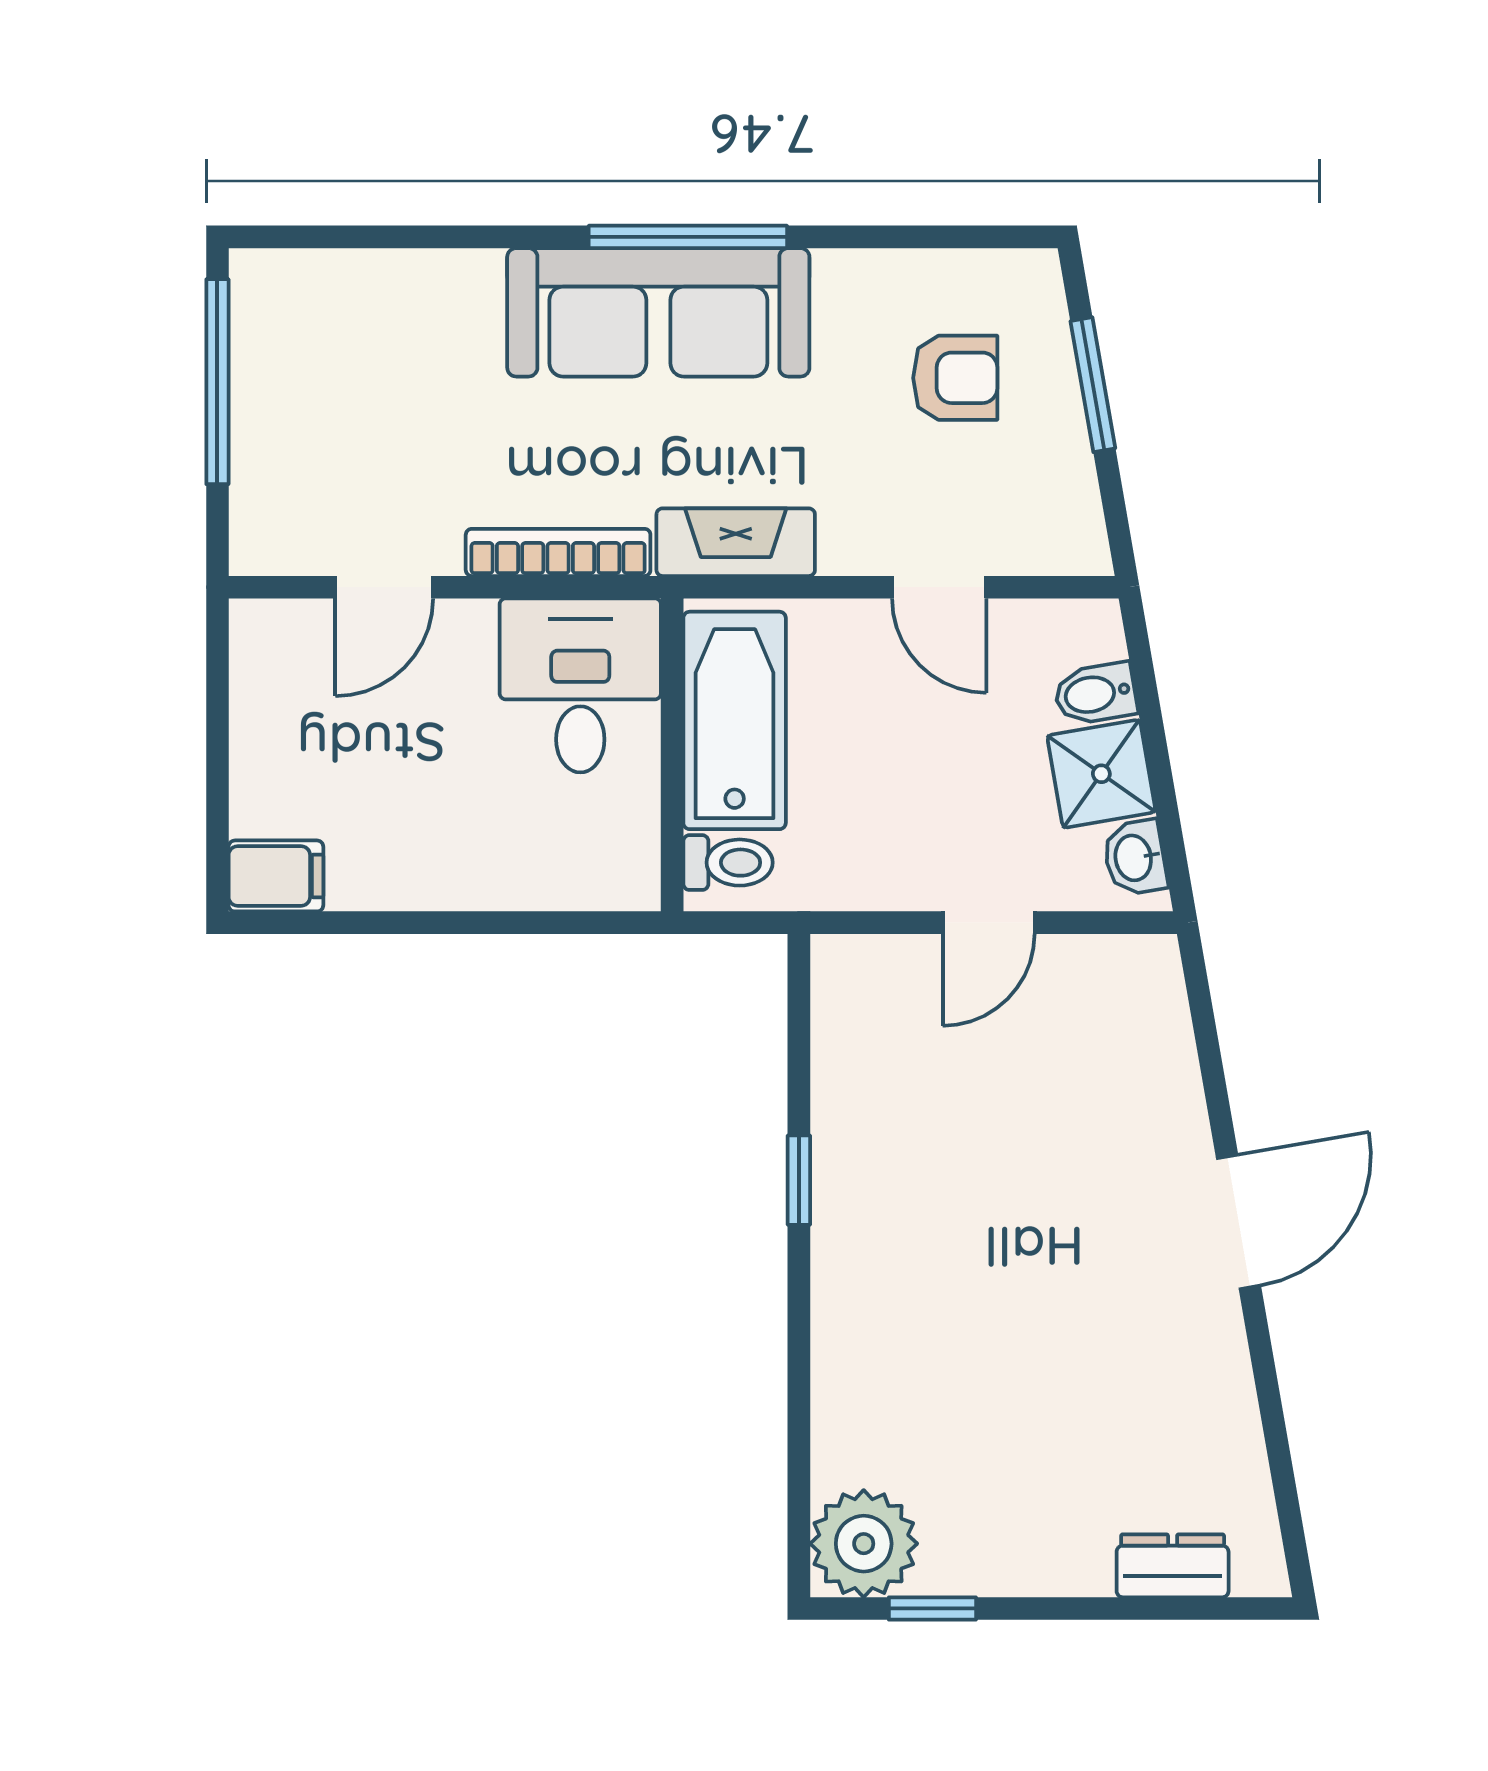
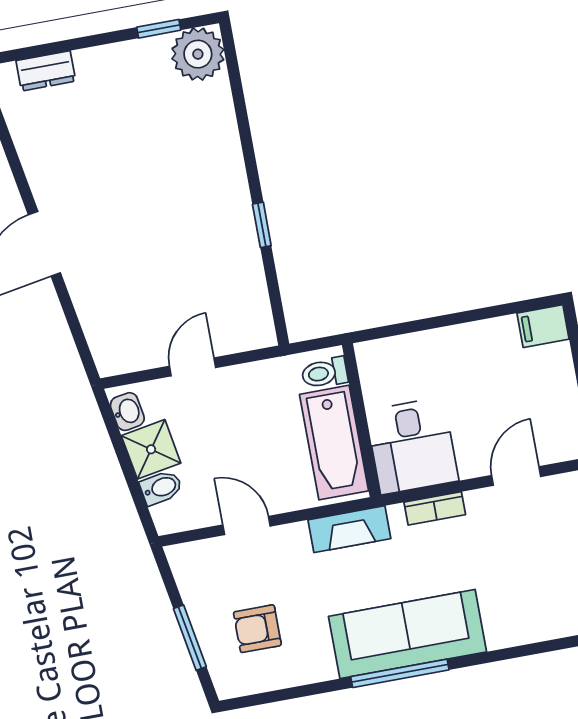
bookcase: (558, 552) -> (435, 508), width x0.64

